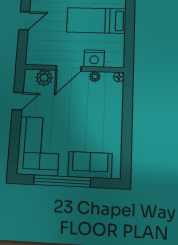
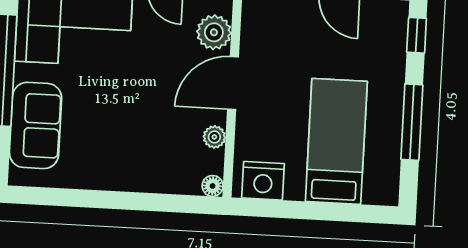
nightstand: (94, 58) -> (263, 181), moved, turned -90
door: (69, 68) -> (233, 83), hinge flipped

